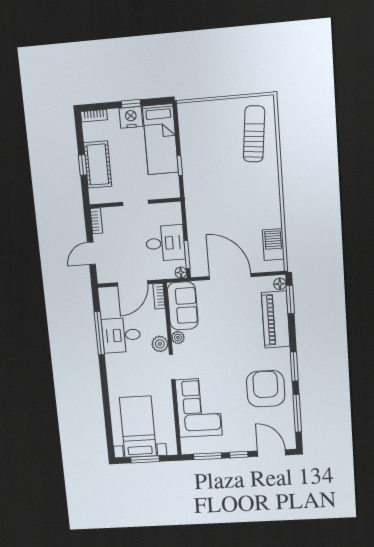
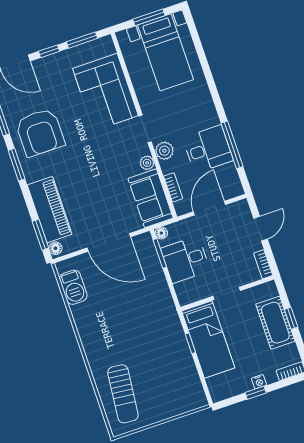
nightstand: (131, 117) -> (259, 382), width x0.53, depth x0.56
bed: (160, 139) -> (208, 339), moved, turned 180
bookcase: (159, 296) -> (173, 187), moved

